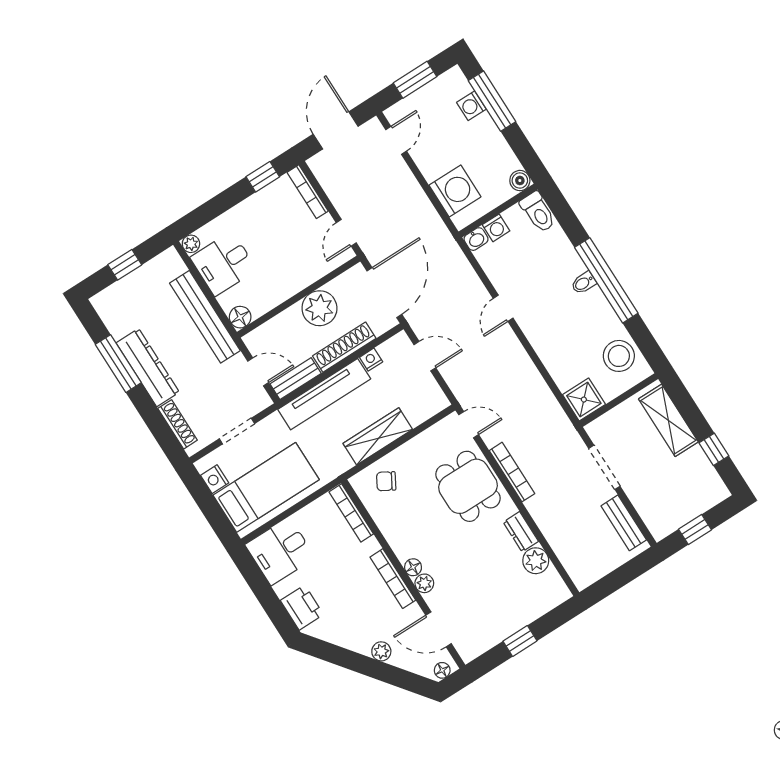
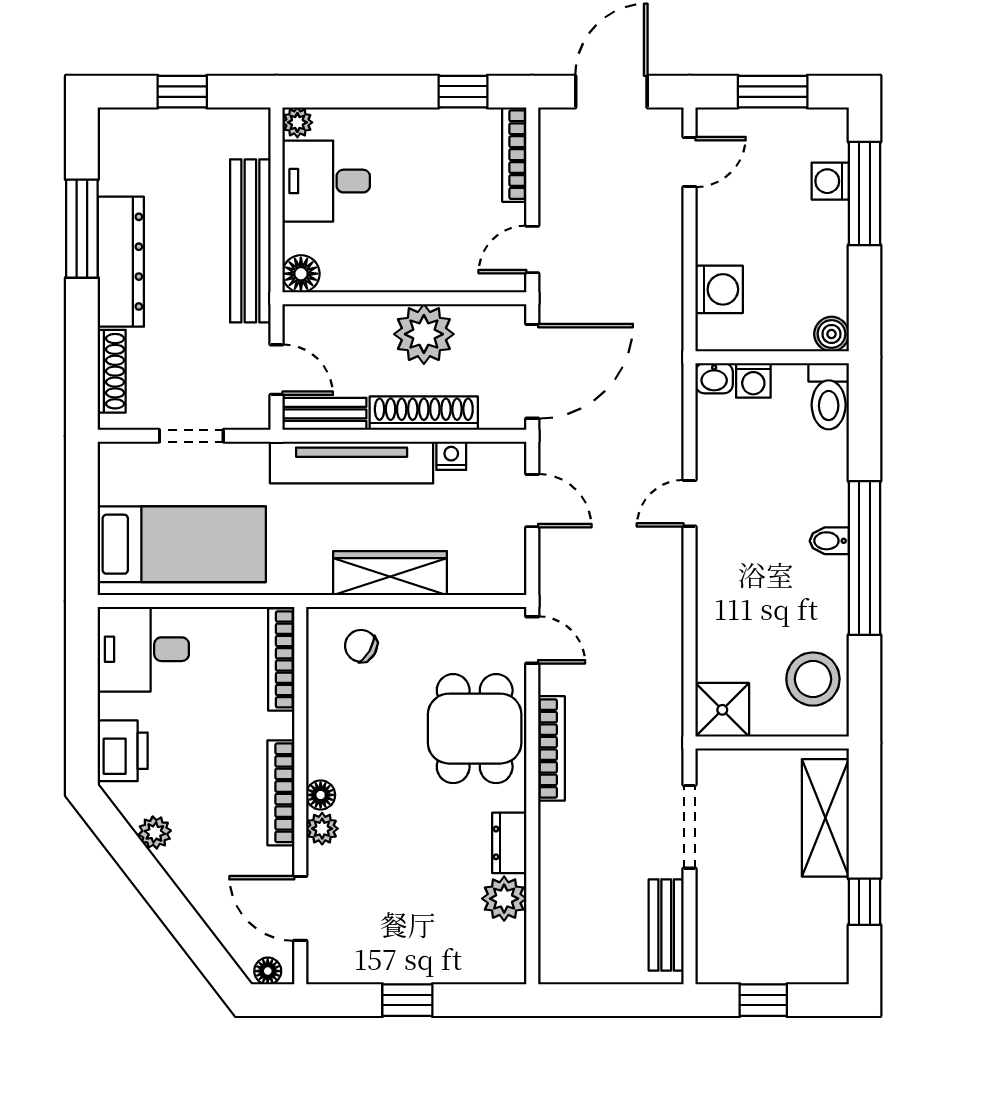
washing machine: (455, 191) -> (719, 289), width x0.73, depth x0.73
nightstand: (215, 479) -> (115, 485), removed
plant: (381, 651) -> (155, 832), moved

